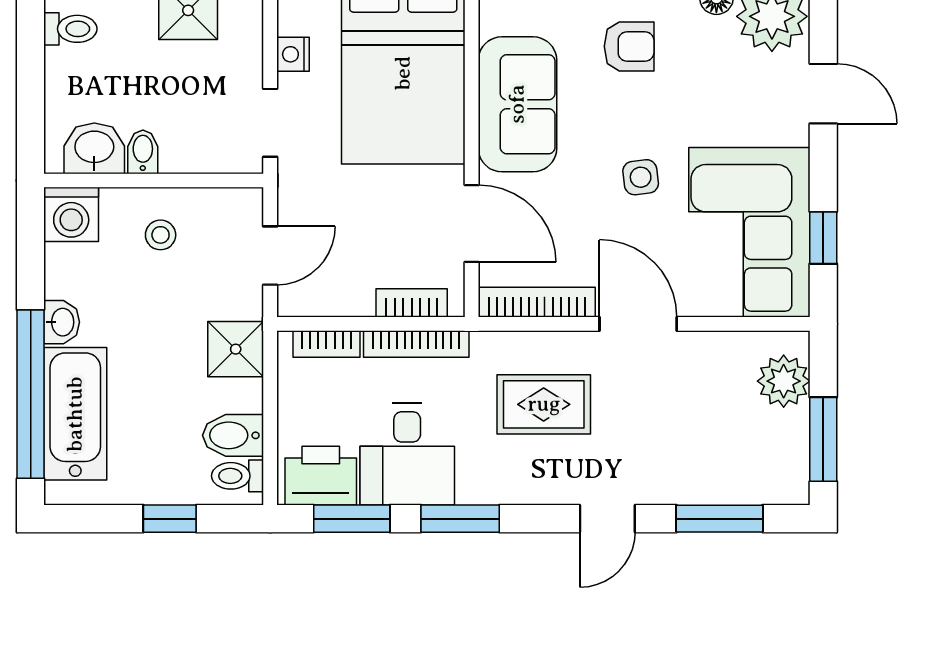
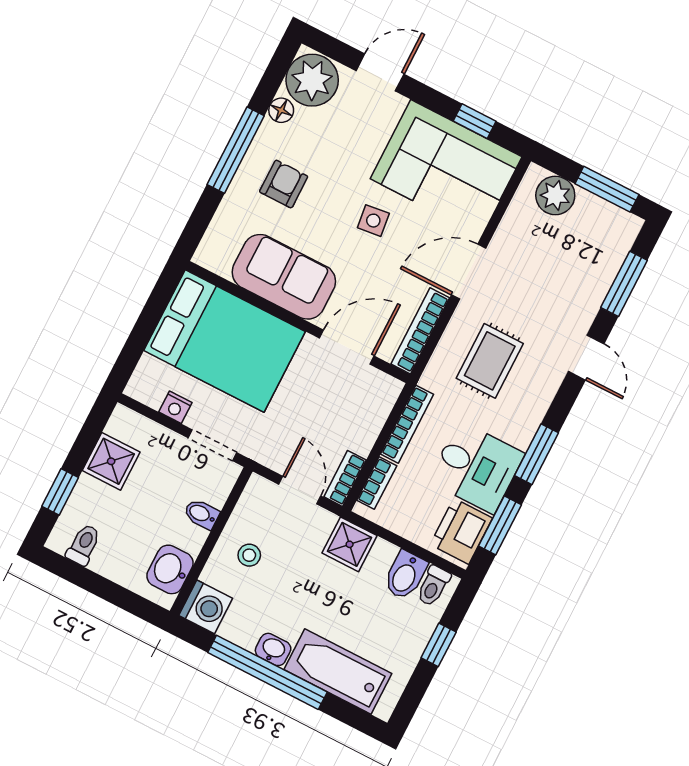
bidet: (143, 152) -> (201, 514), moved
bookcase: (412, 303) -> (345, 478), moved
window: (31, 394) -> (267, 672), moved

